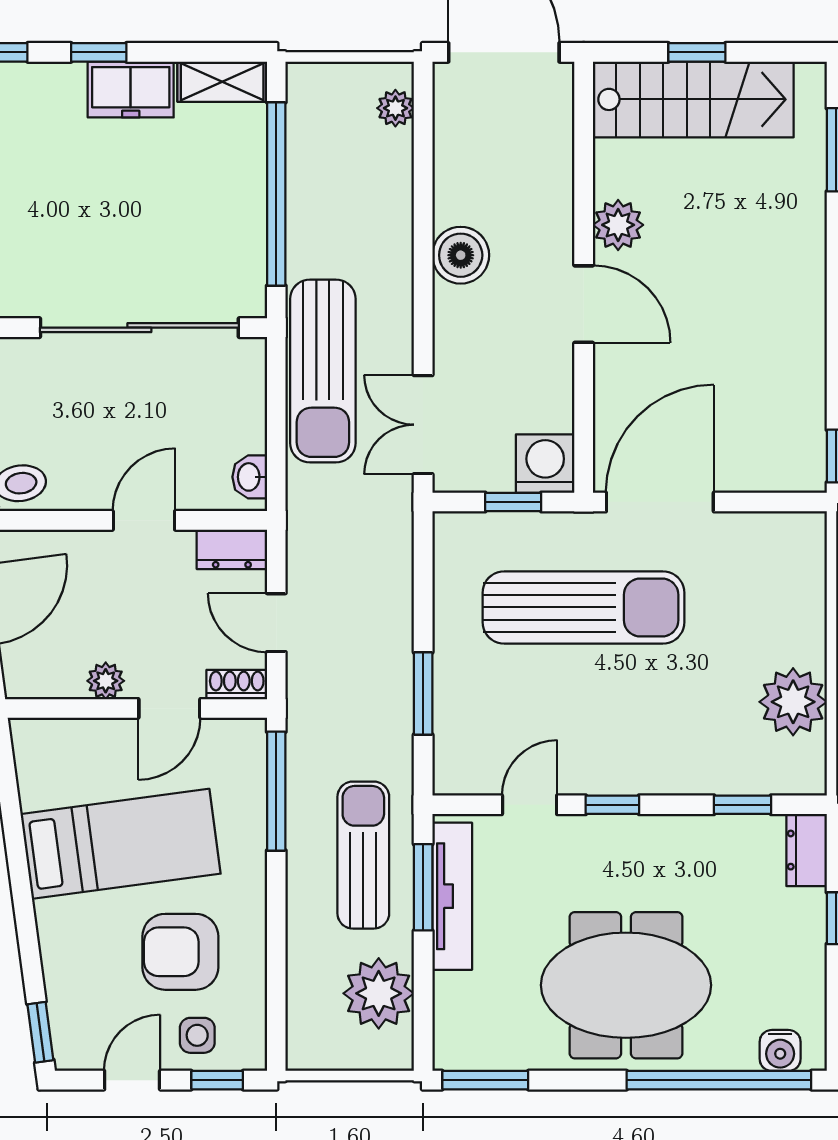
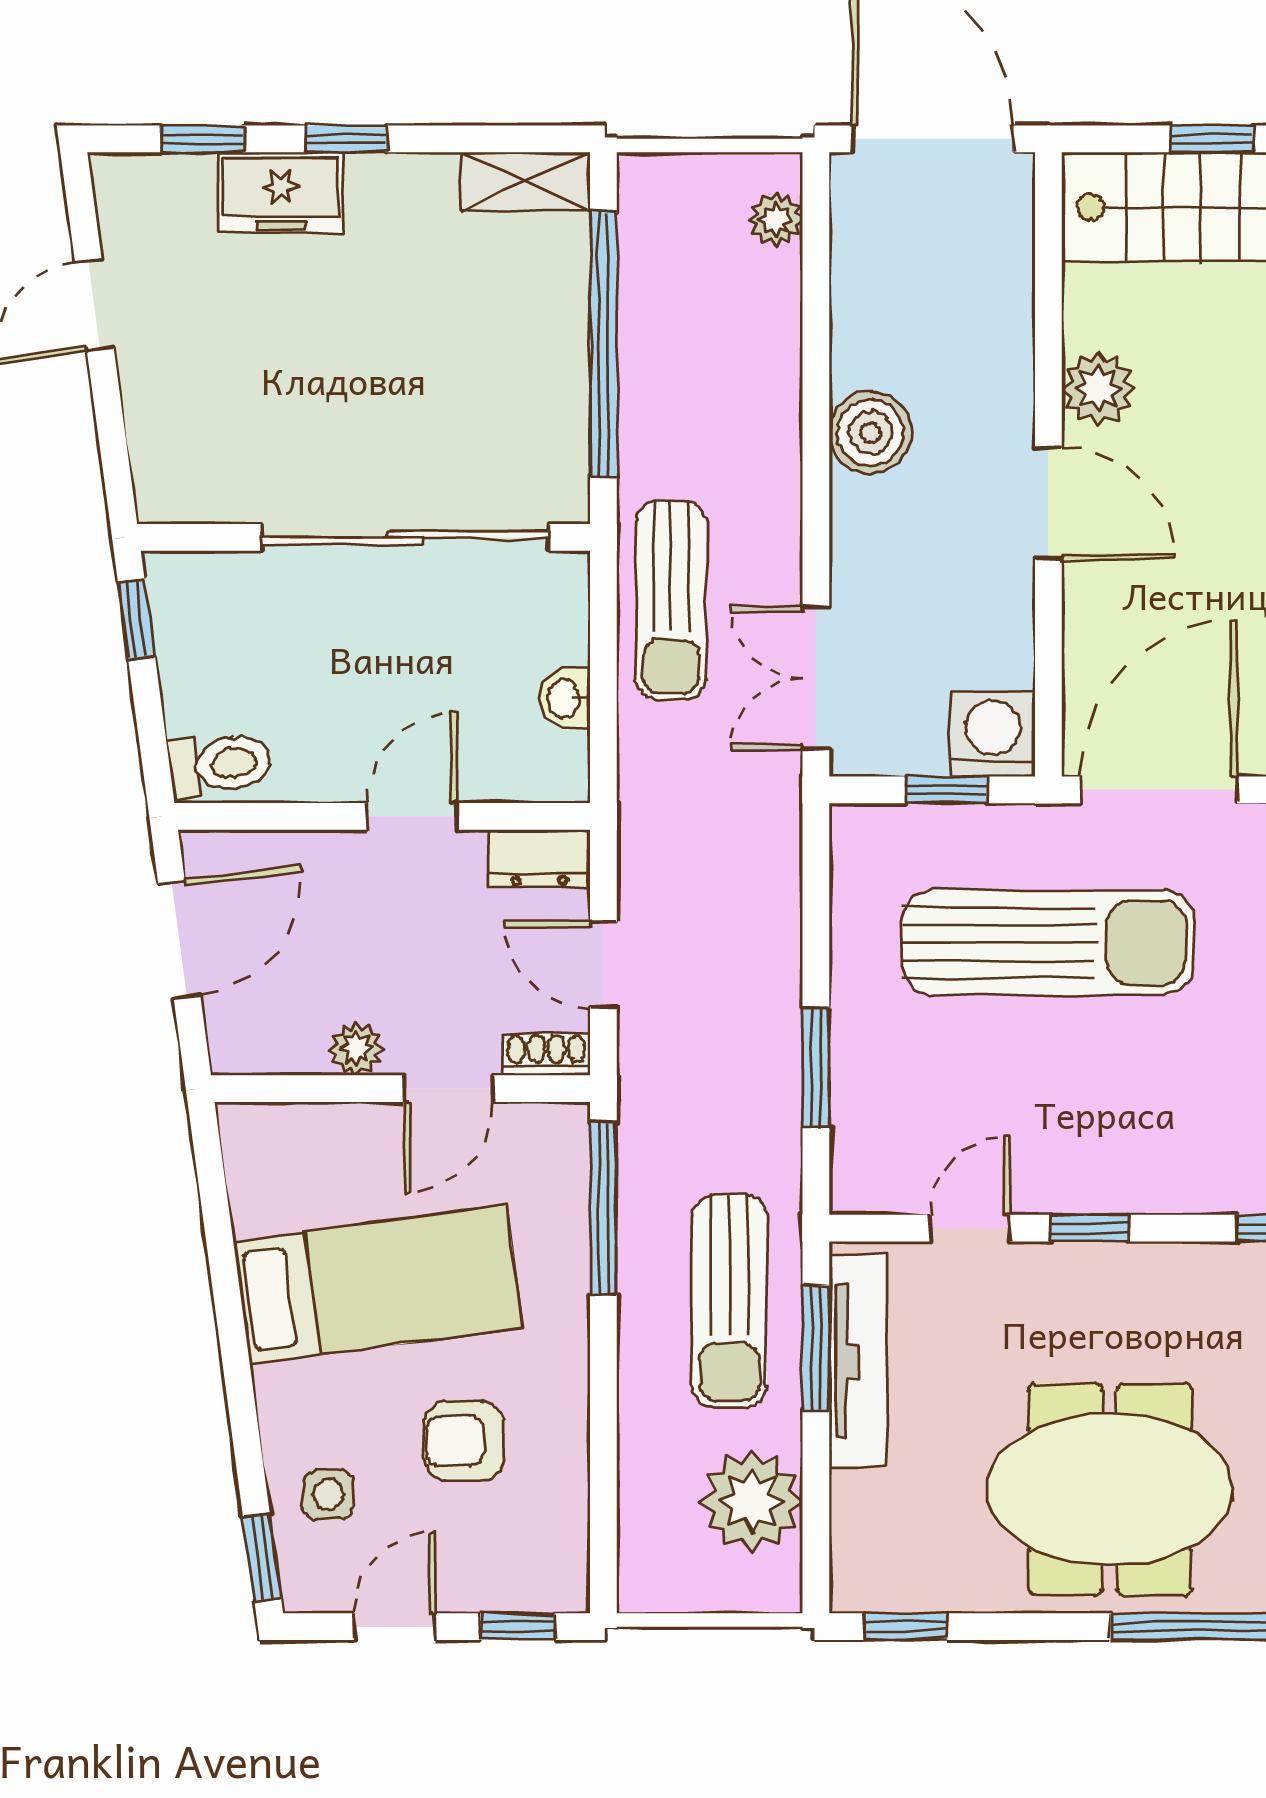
freezer: (131, 89) -> (281, 193), moved
sun lounger: (323, 371) -> (671, 600), width x0.73, depth x0.75
washbasin: (250, 477) -> (565, 699), moved
sun lounger: (363, 855) -> (729, 1301), turned 180
armchair: (180, 952) -> (465, 1441), width x0.72, depth x0.72
side table: (197, 1035) -> (328, 1495), moved
window: (485, 1080) -> (906, 1627), width x0.67

